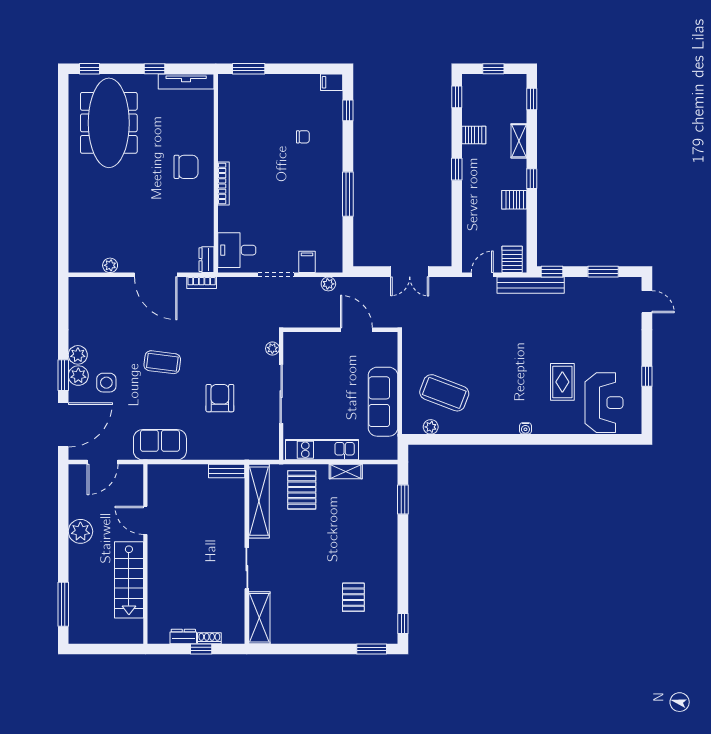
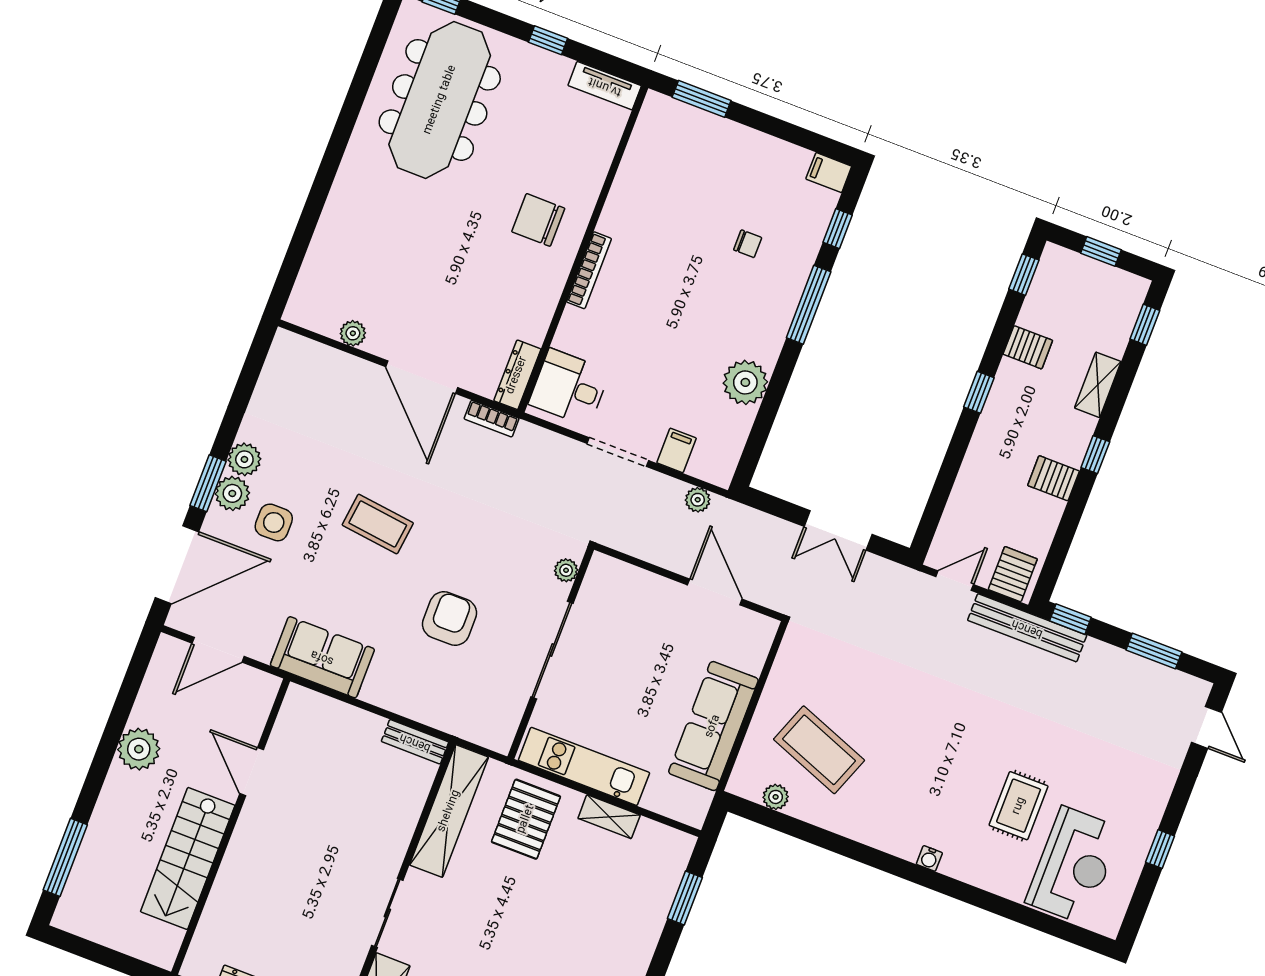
tv unit: (186, 82) -> (605, 86), width x0.71
chair: (186, 167) -> (538, 220), turned 180
window: (348, 194) -> (809, 305), moved
plant: (330, 211) -> (745, 382), added
dresser: (206, 260) -> (517, 375), width x1.44

